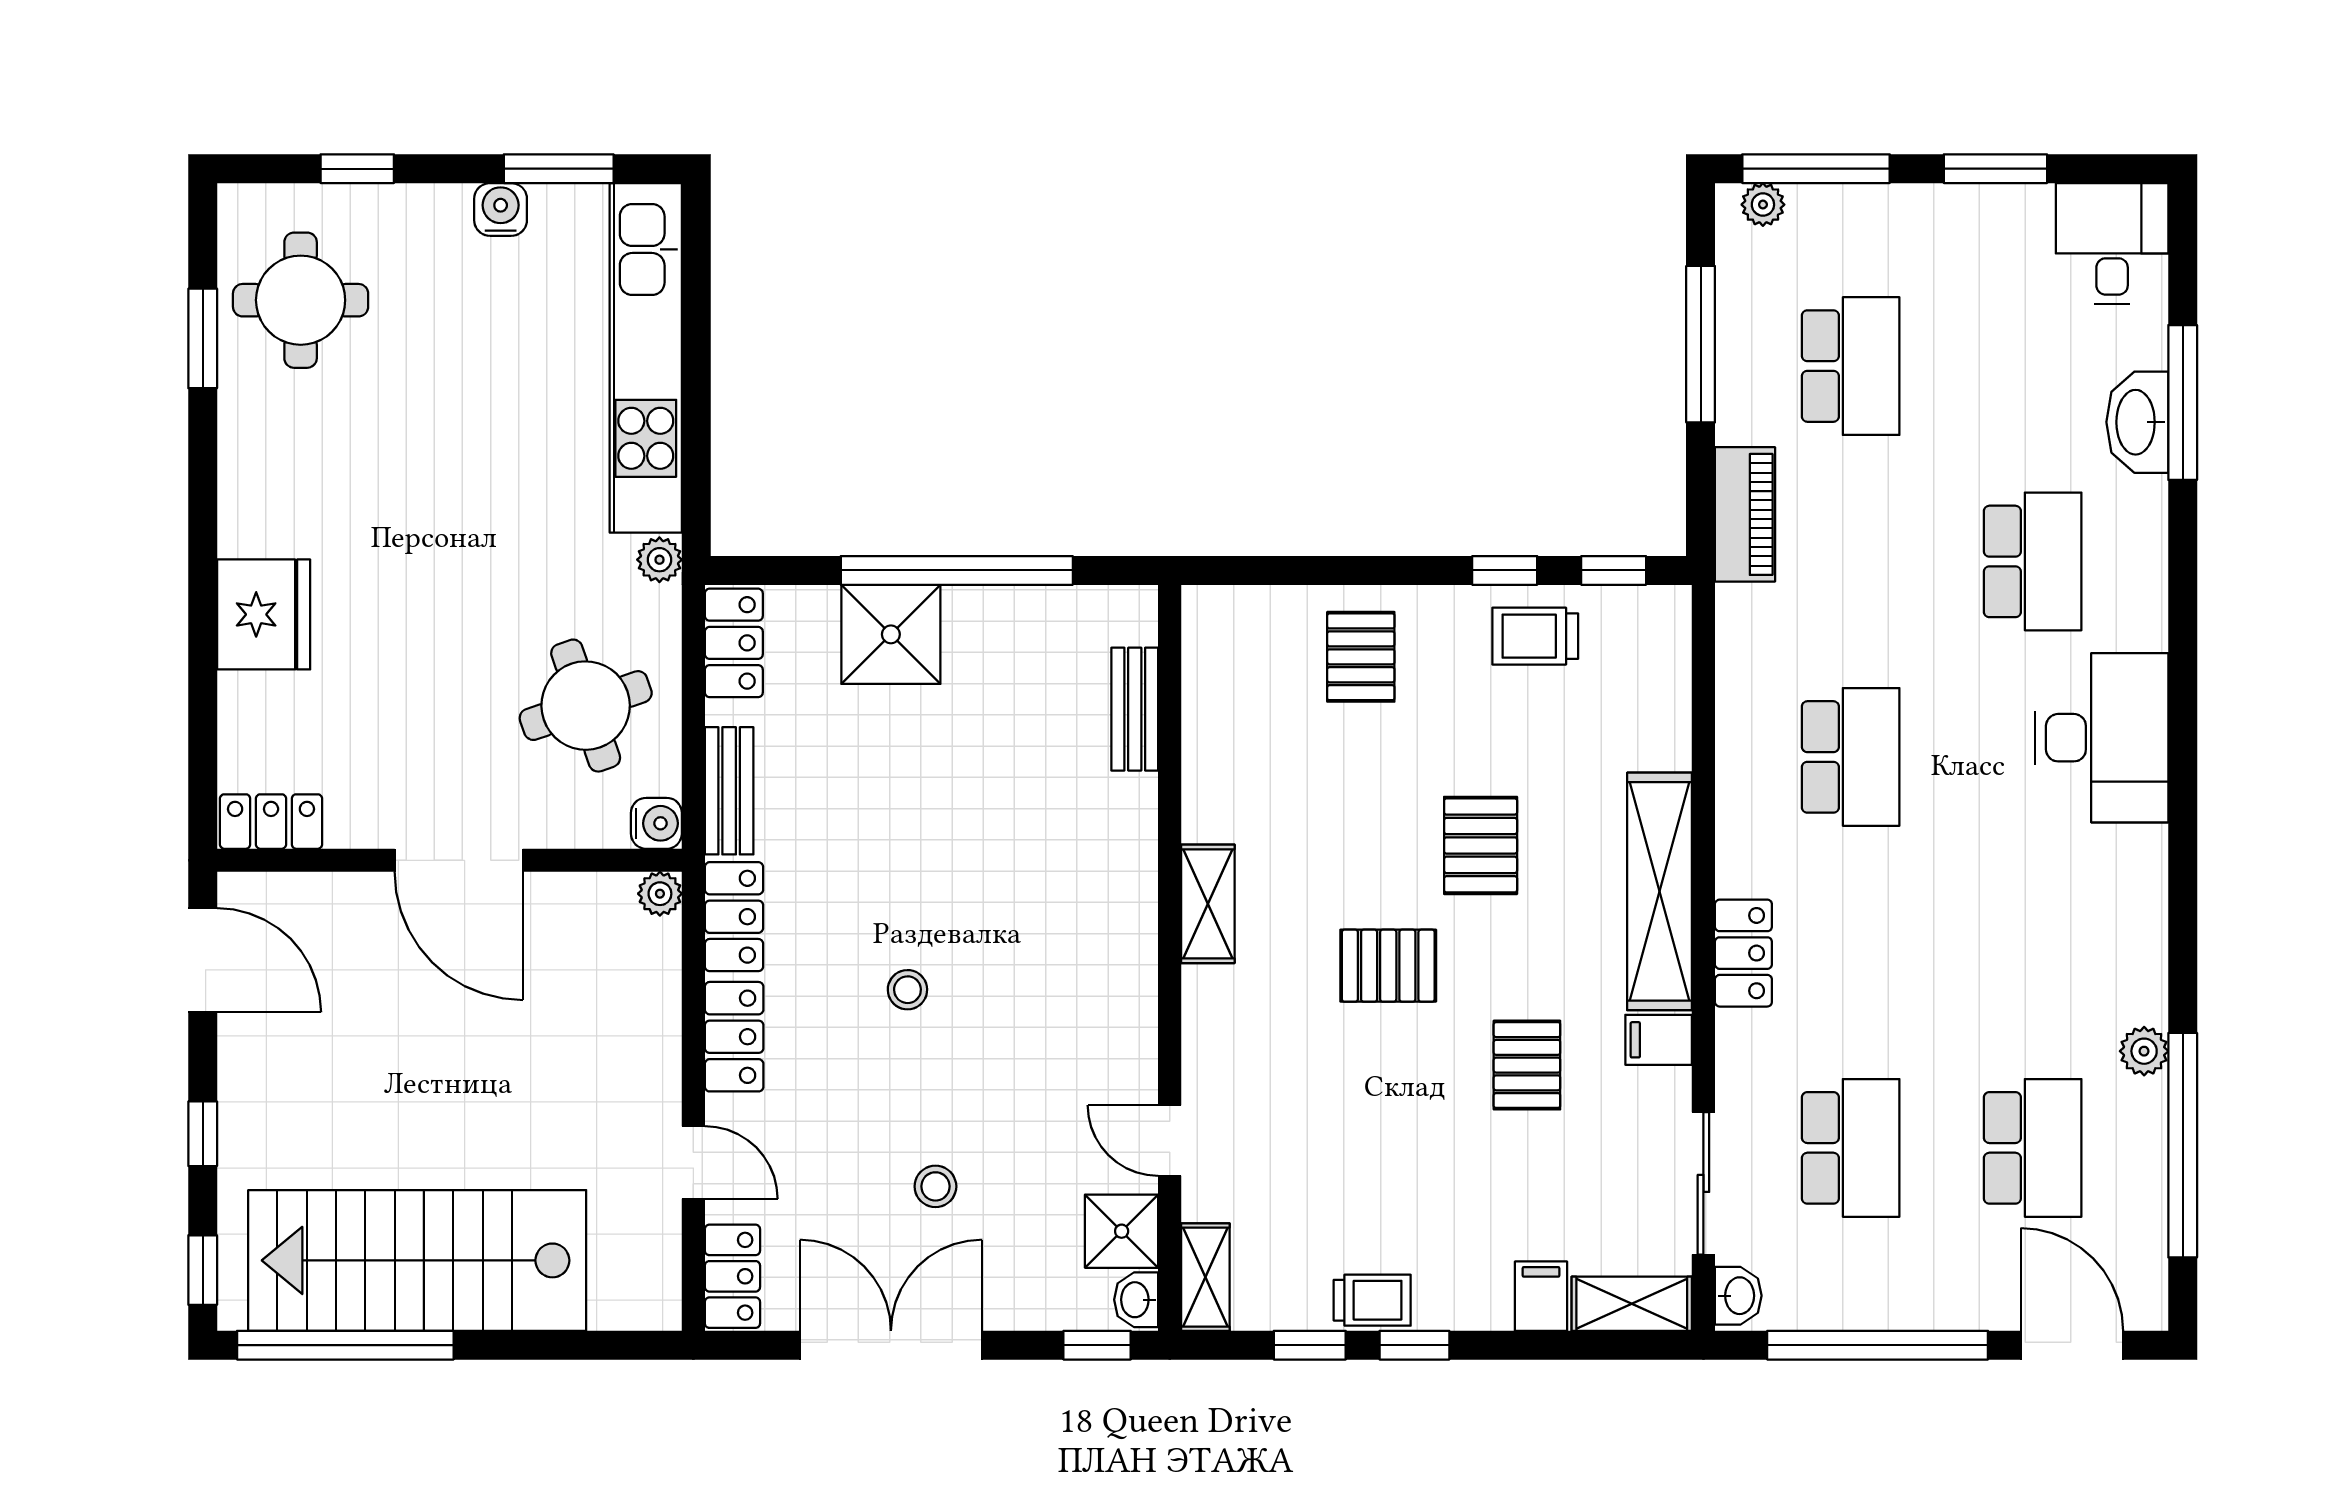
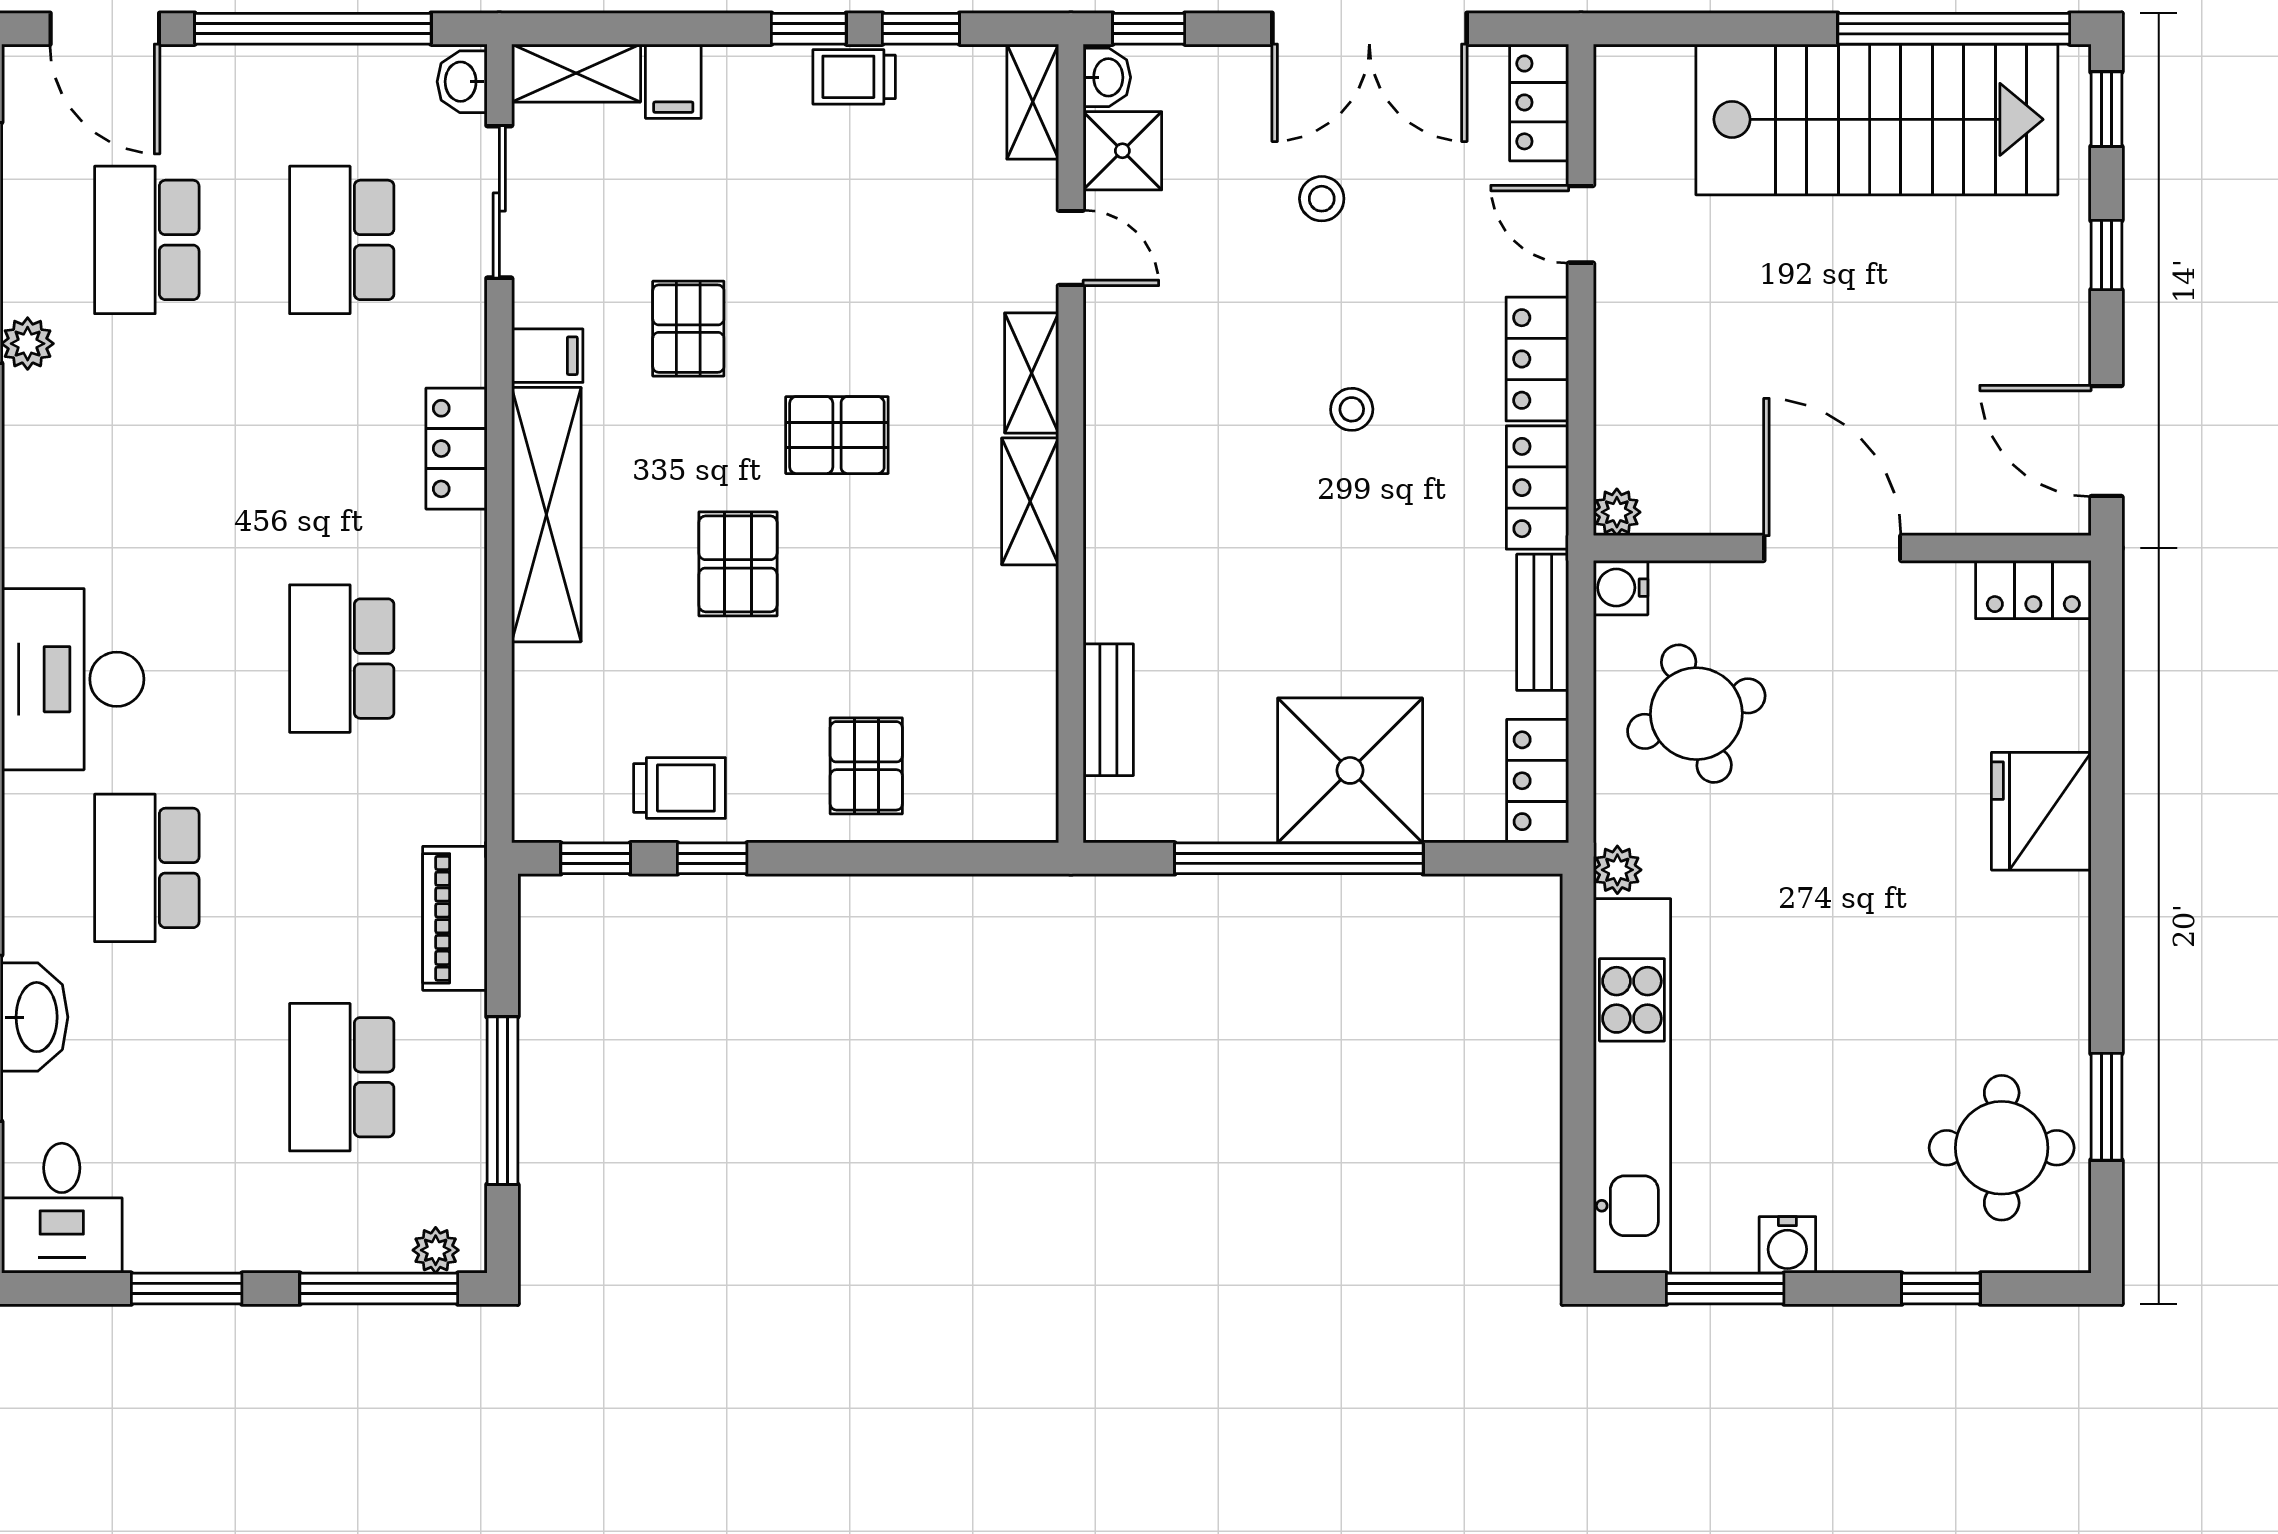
shower: (891, 634) -> (1350, 770), width x1.37, depth x1.37
shelving: (1206, 1024) -> (1032, 373), added

